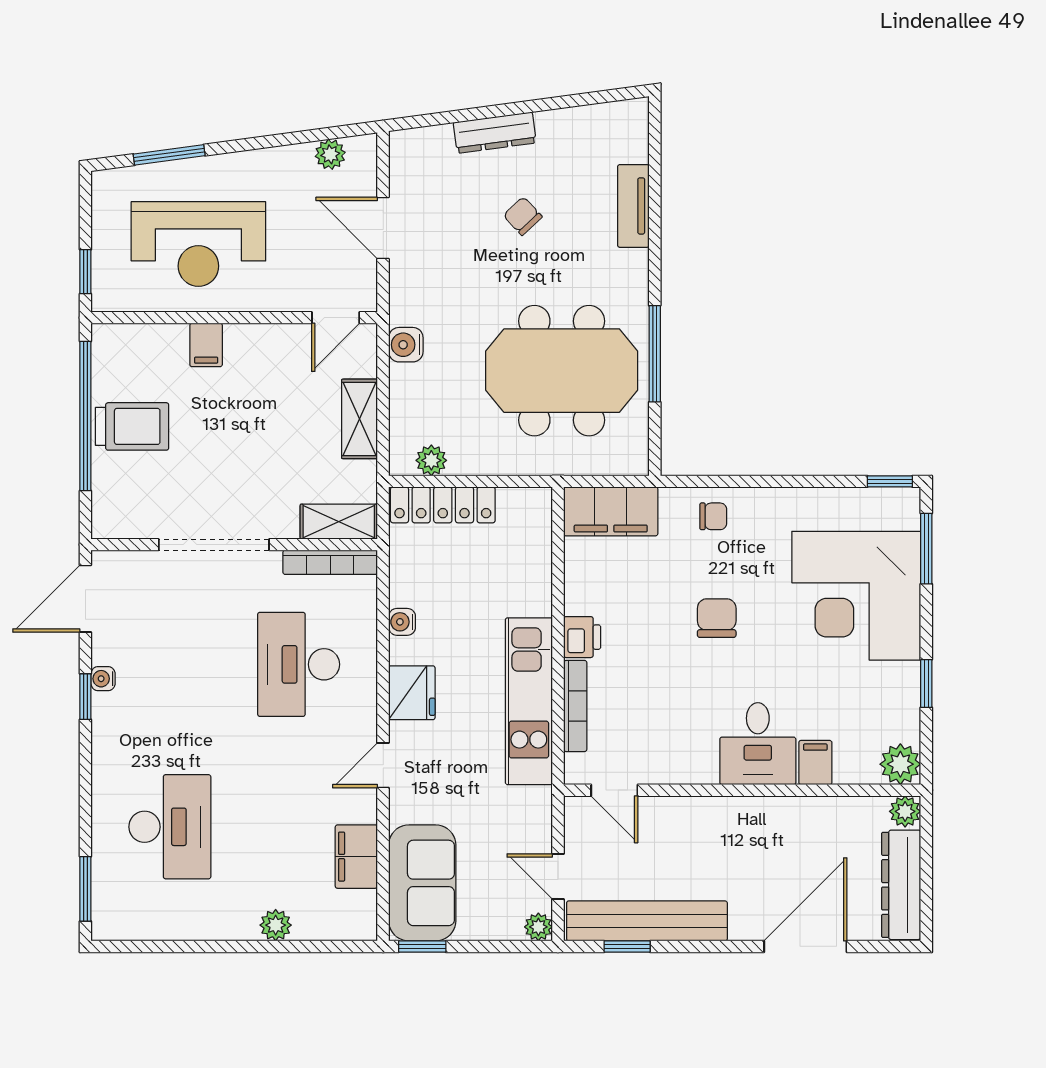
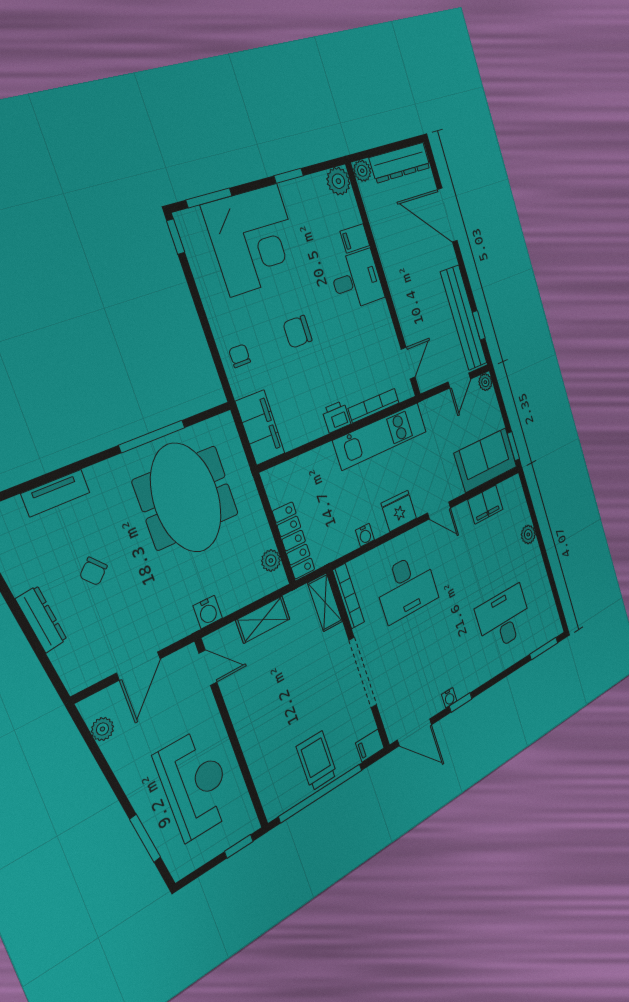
filing cabinet: (206, 345) -> (370, 745), moved, turned 180

